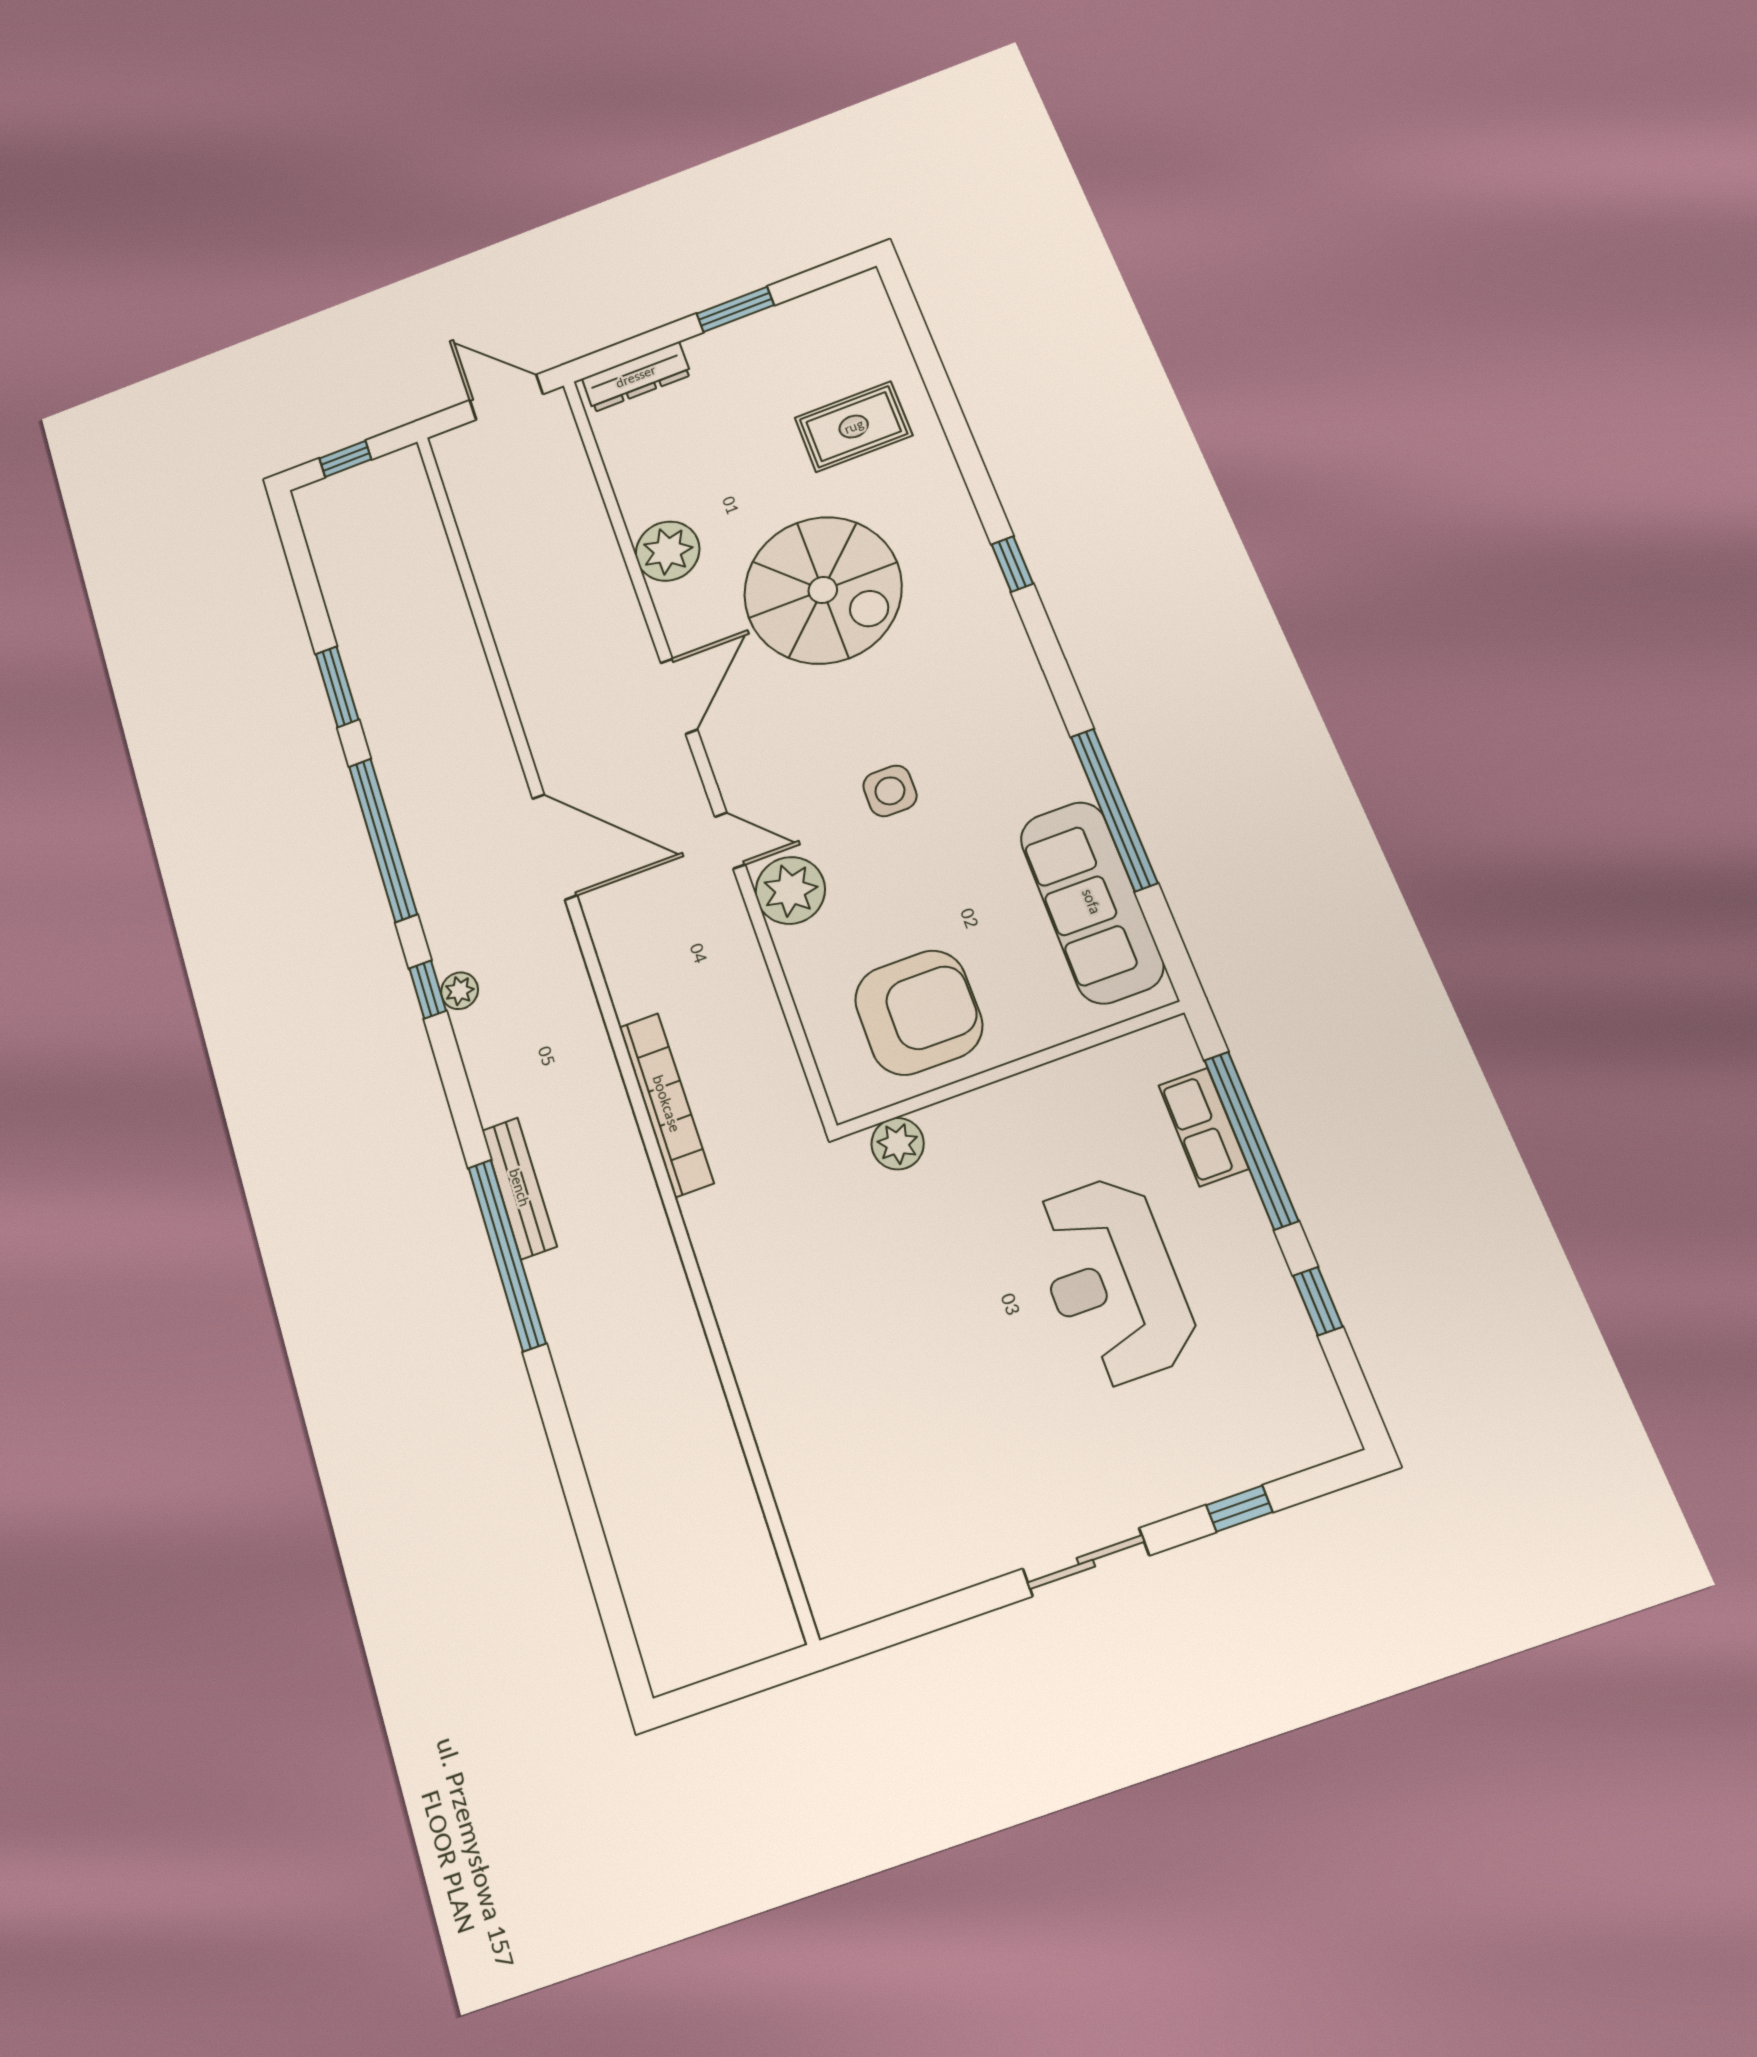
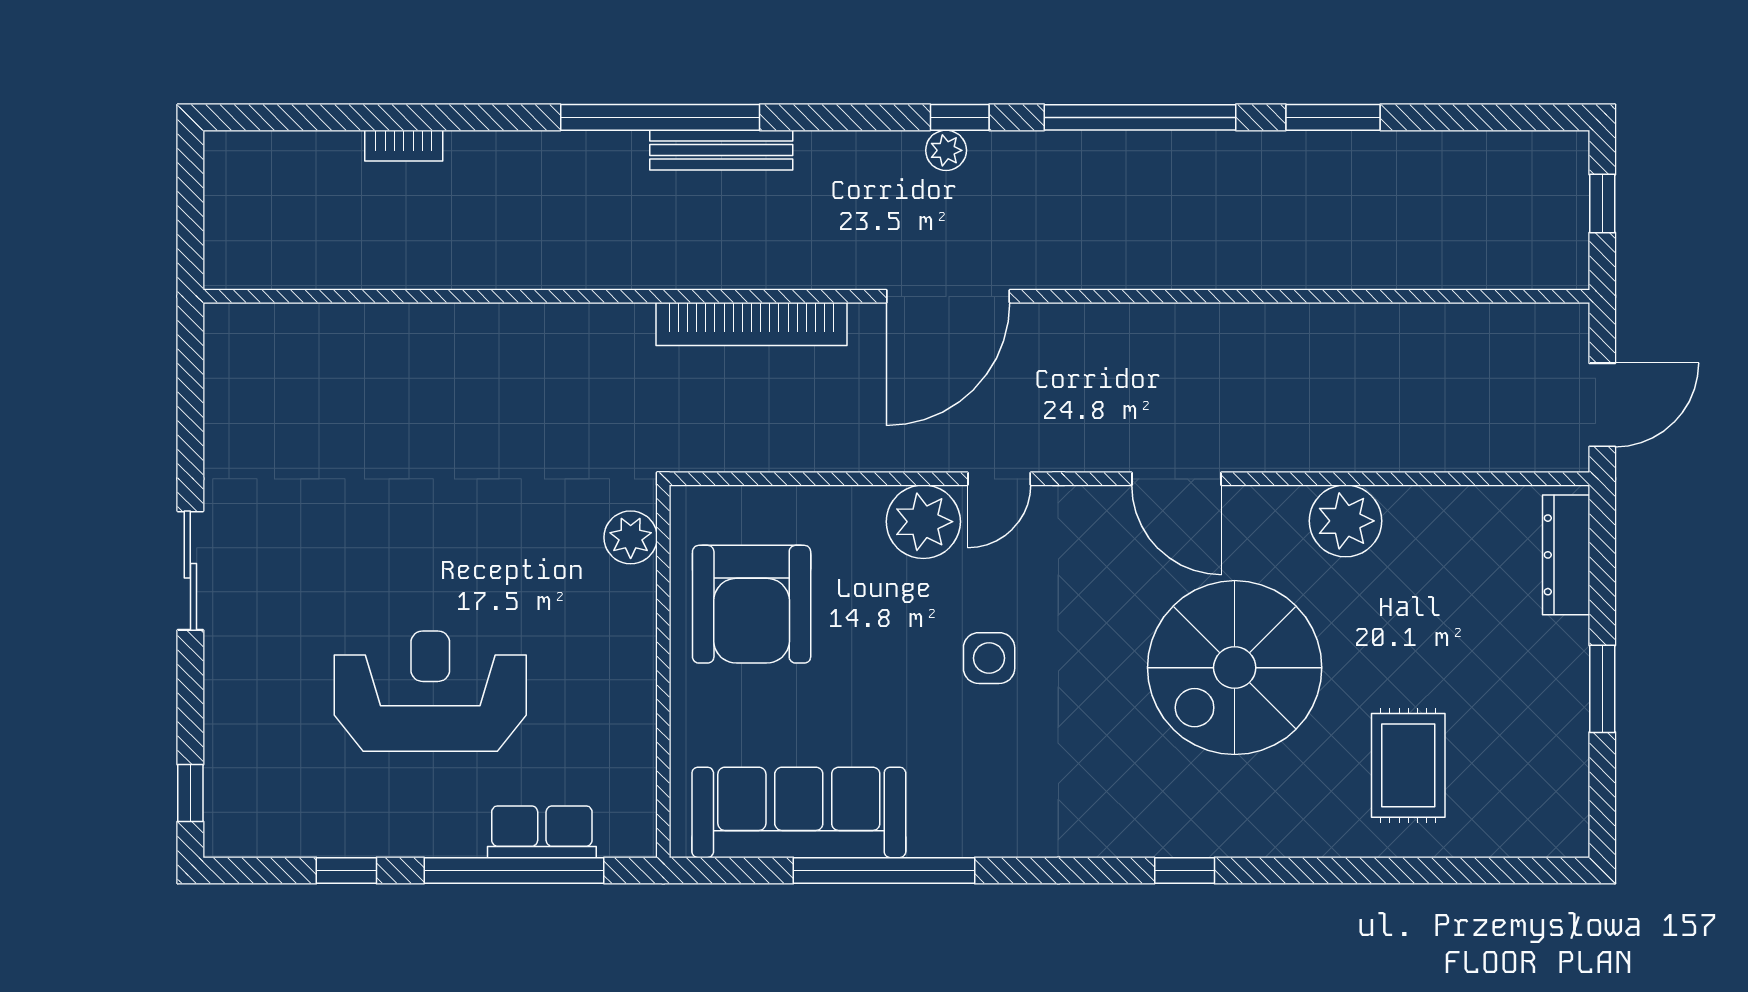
door: (555, 847) -> (948, 296), moved
bookcase: (606, 1490) -> (404, 146), added
window: (1239, 1509) -> (190, 793), moved

